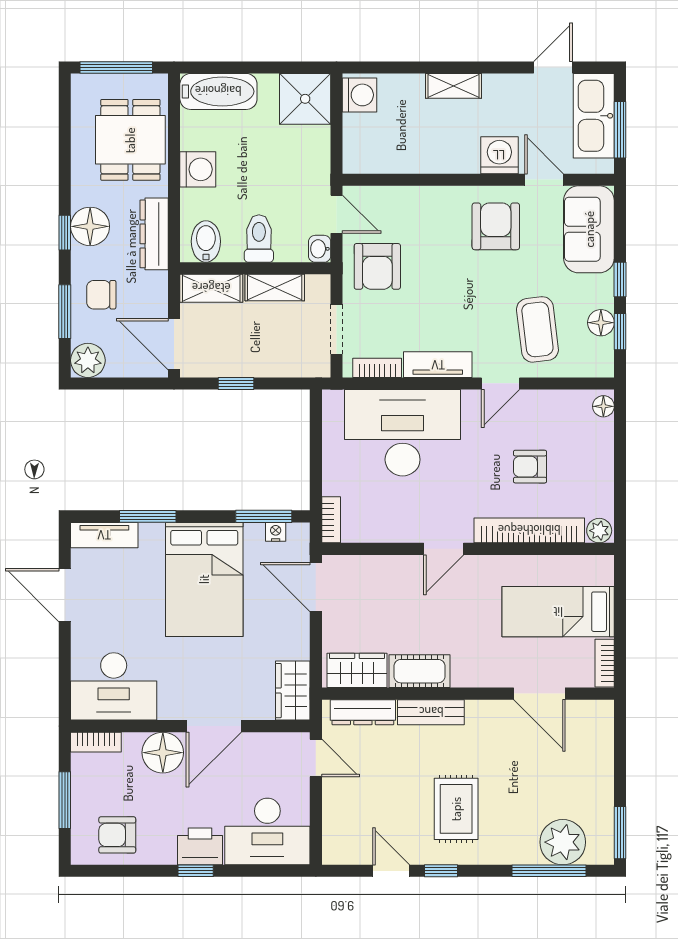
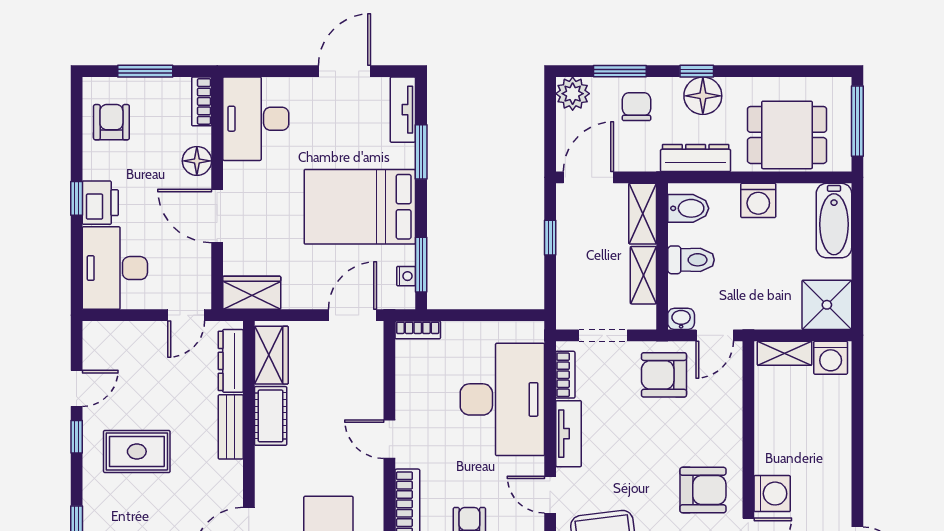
shelving: (453, 86) -> (785, 353), moved, turned 90
floor lamp: (163, 753) -> (197, 161), width x0.73, depth x0.73

